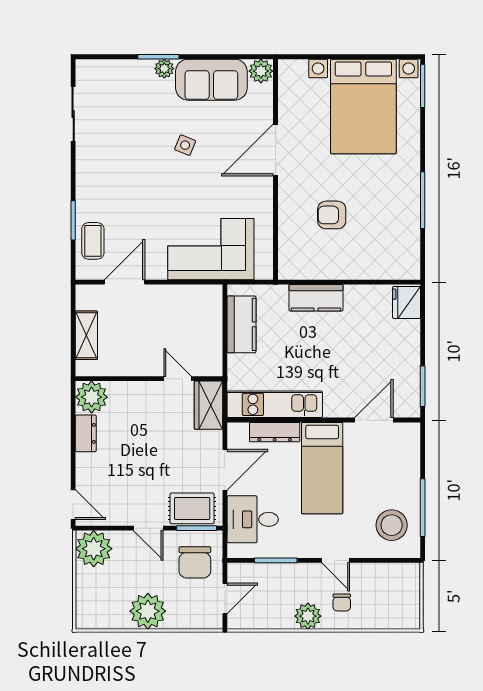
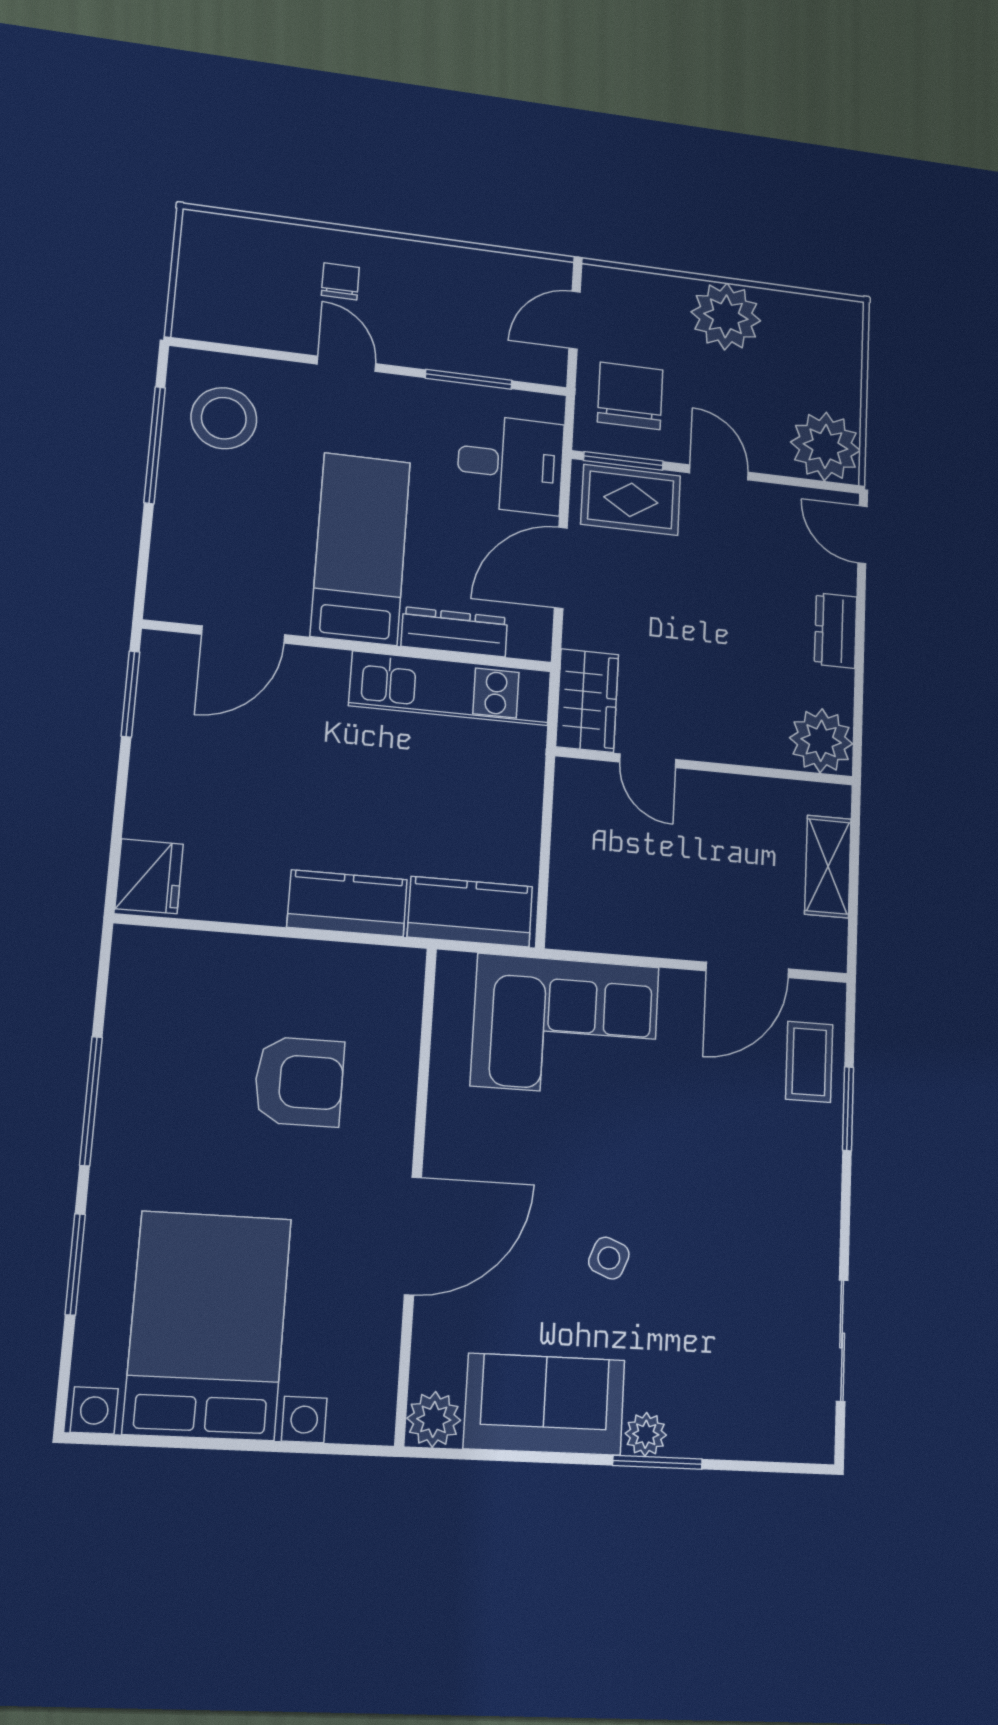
window: (423, 86) -> (75, 1264), moved
armchair: (332, 215) -> (299, 1082), width x1.38, depth x1.38
kitchen counter: (242, 324) -> (470, 912), moved, turned 90
dresser: (86, 433) -> (836, 630), moved
plant: (308, 616) -> (411, 265), removed

